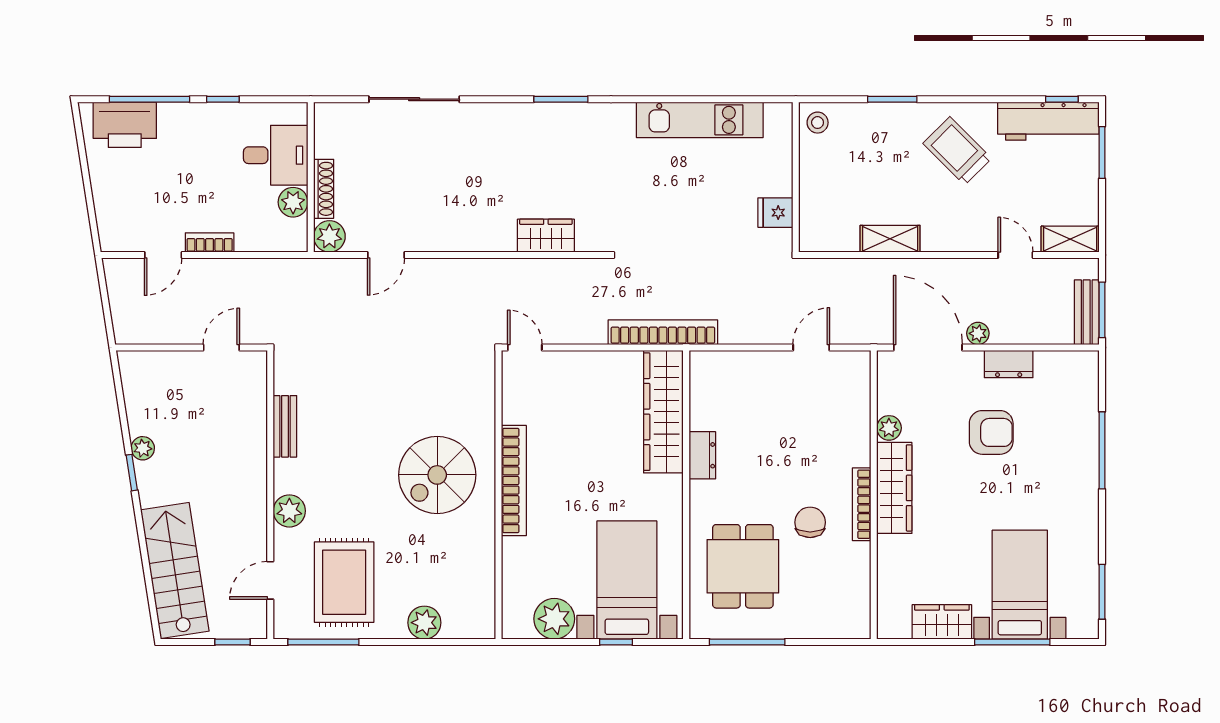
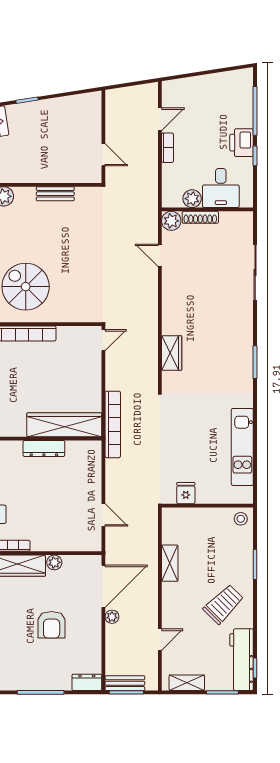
printer: (125, 125) -> (242, 143), moved, width x0.73, depth x0.84
shelving: (1070, 239) -> (187, 683), moved, turned 90
door: (163, 255) -> (160, 119), swing flipped
dresser: (1009, 364) -> (87, 682), moved, turned 90
plant: (143, 448) -> (42, 107), removed
dresser: (702, 455) -> (44, 448), width x1.44

